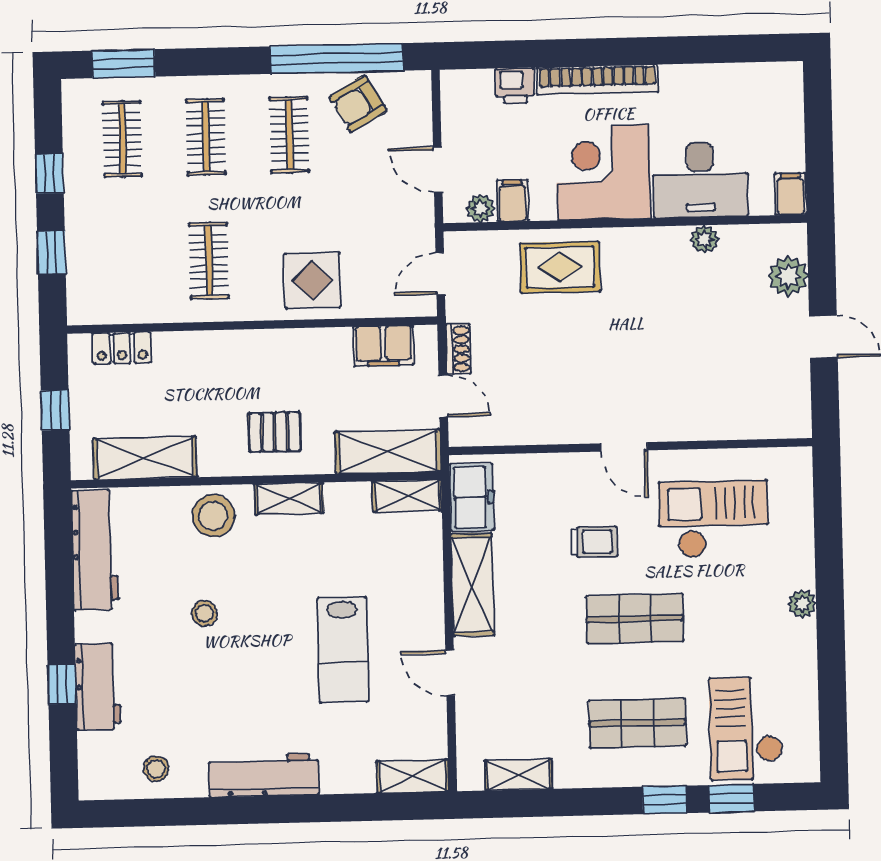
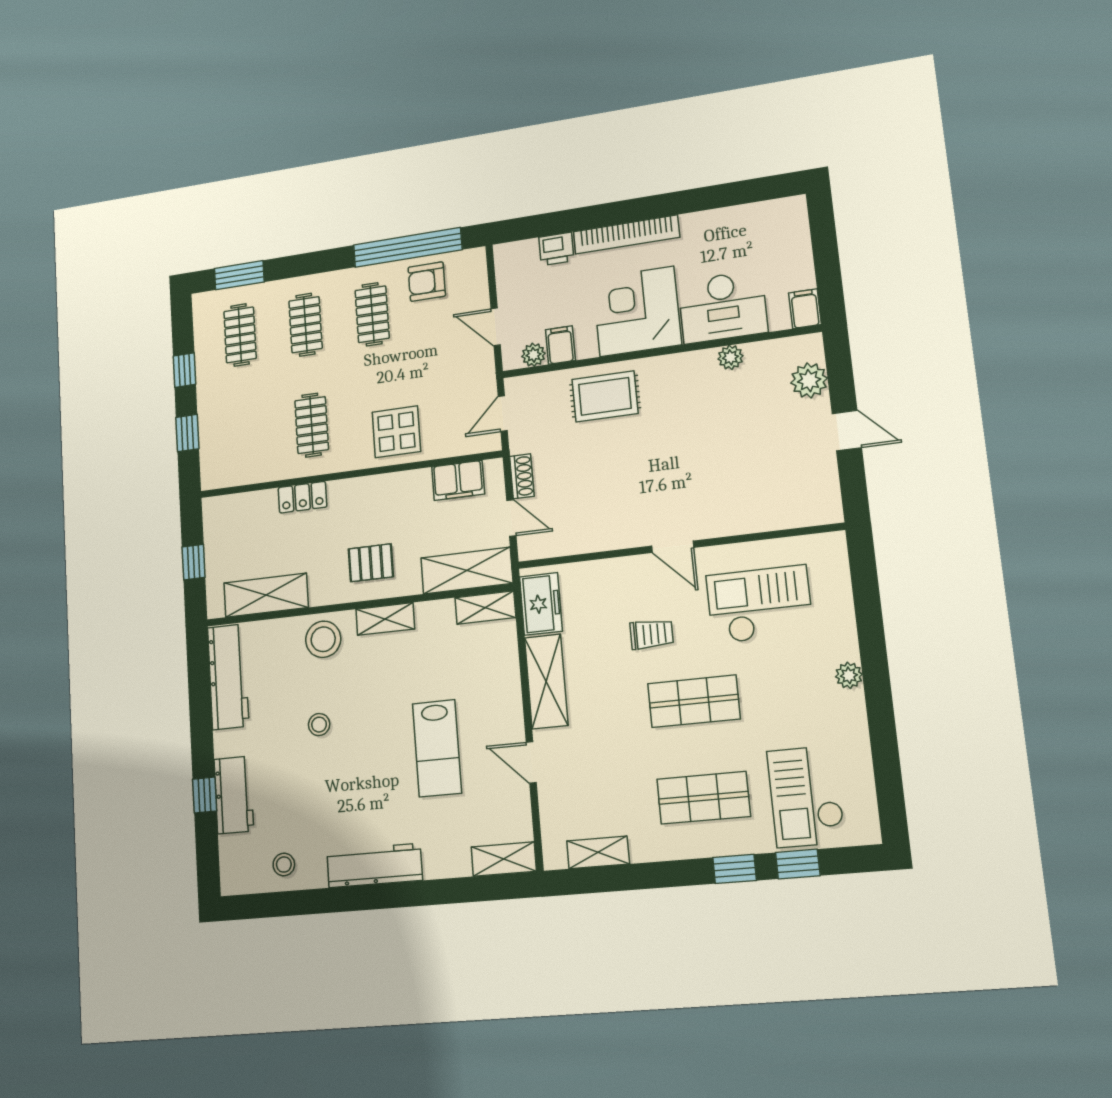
armchair: (358, 104) -> (427, 282), turned 30
locker: (122, 348) -> (302, 497), moved

